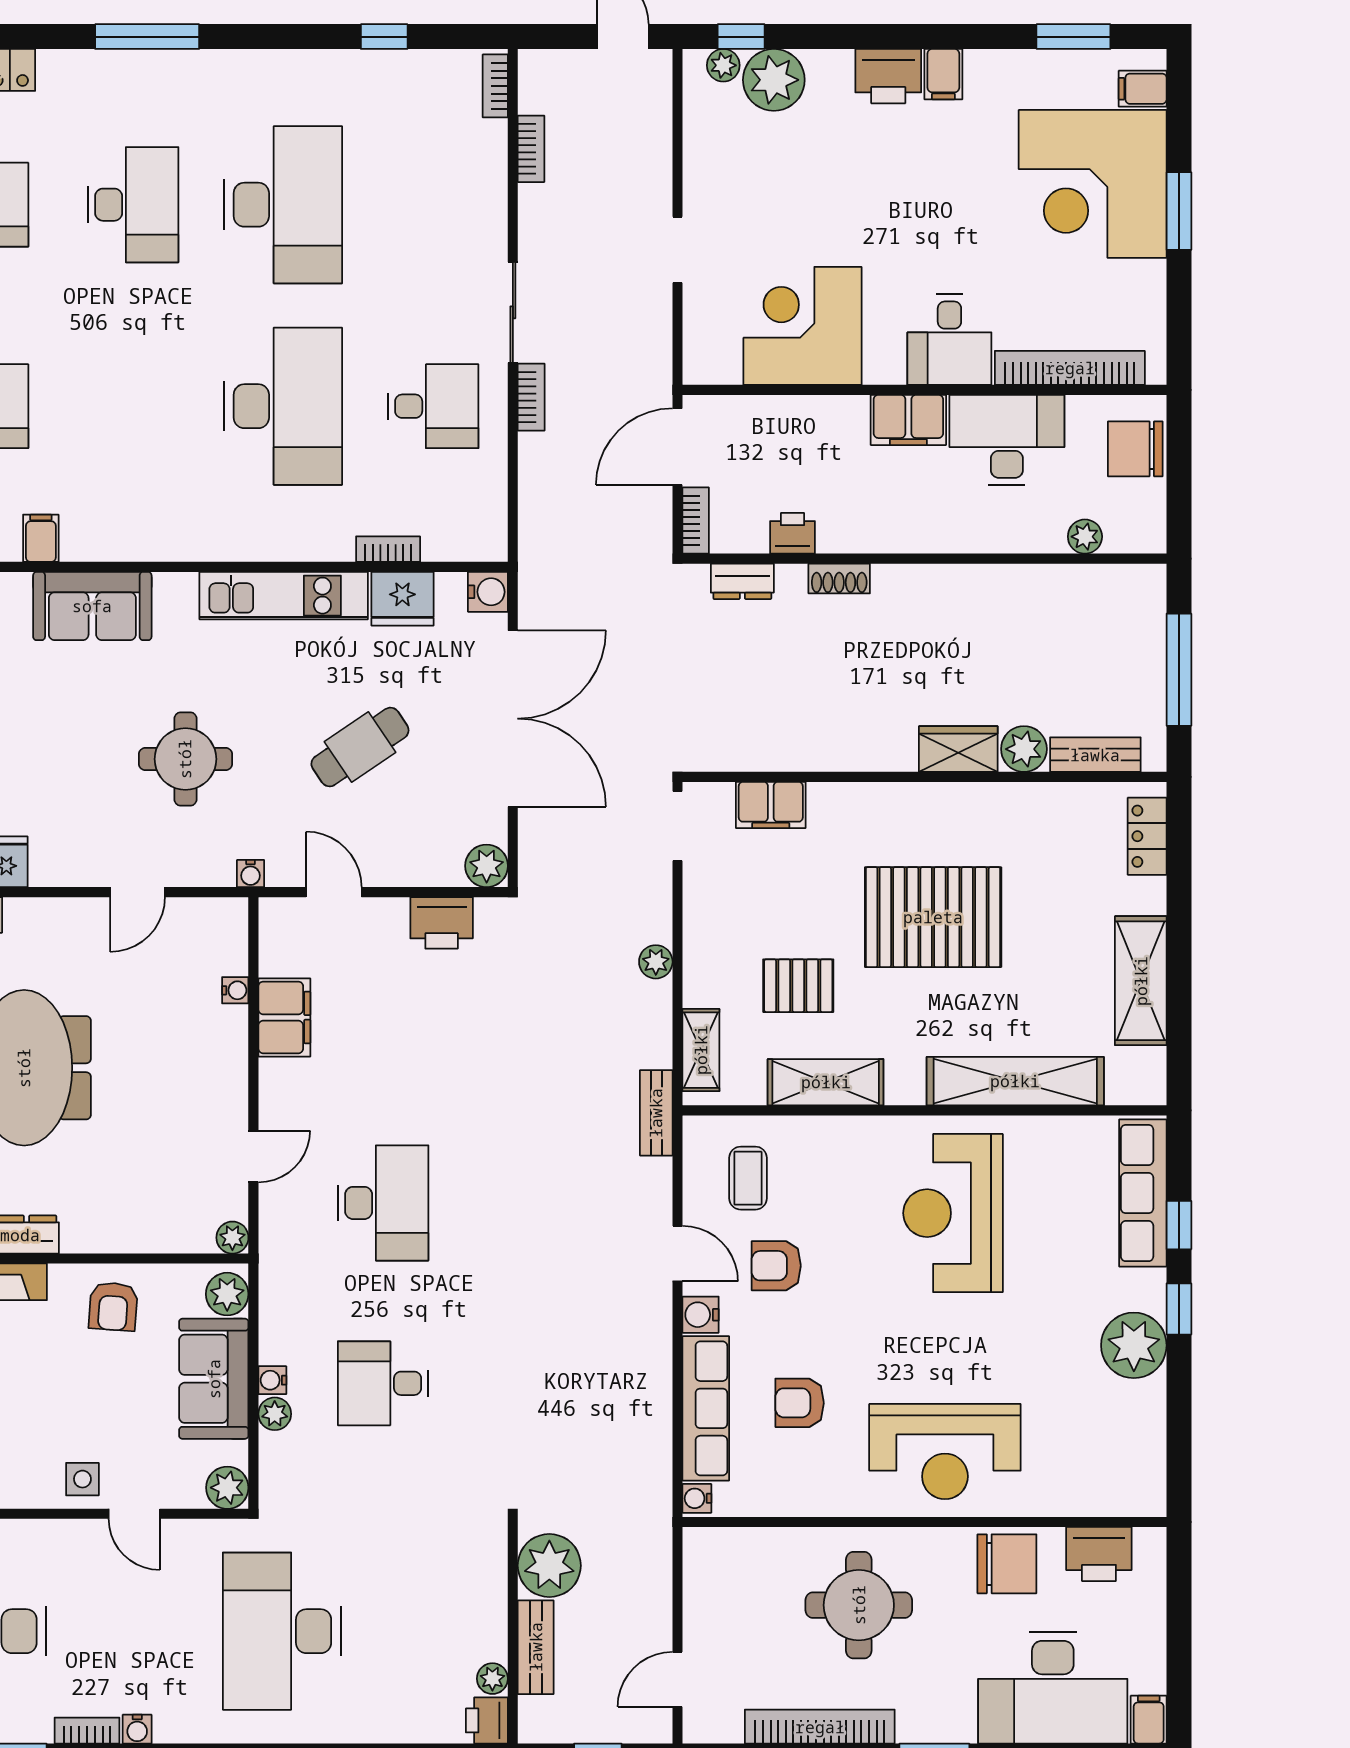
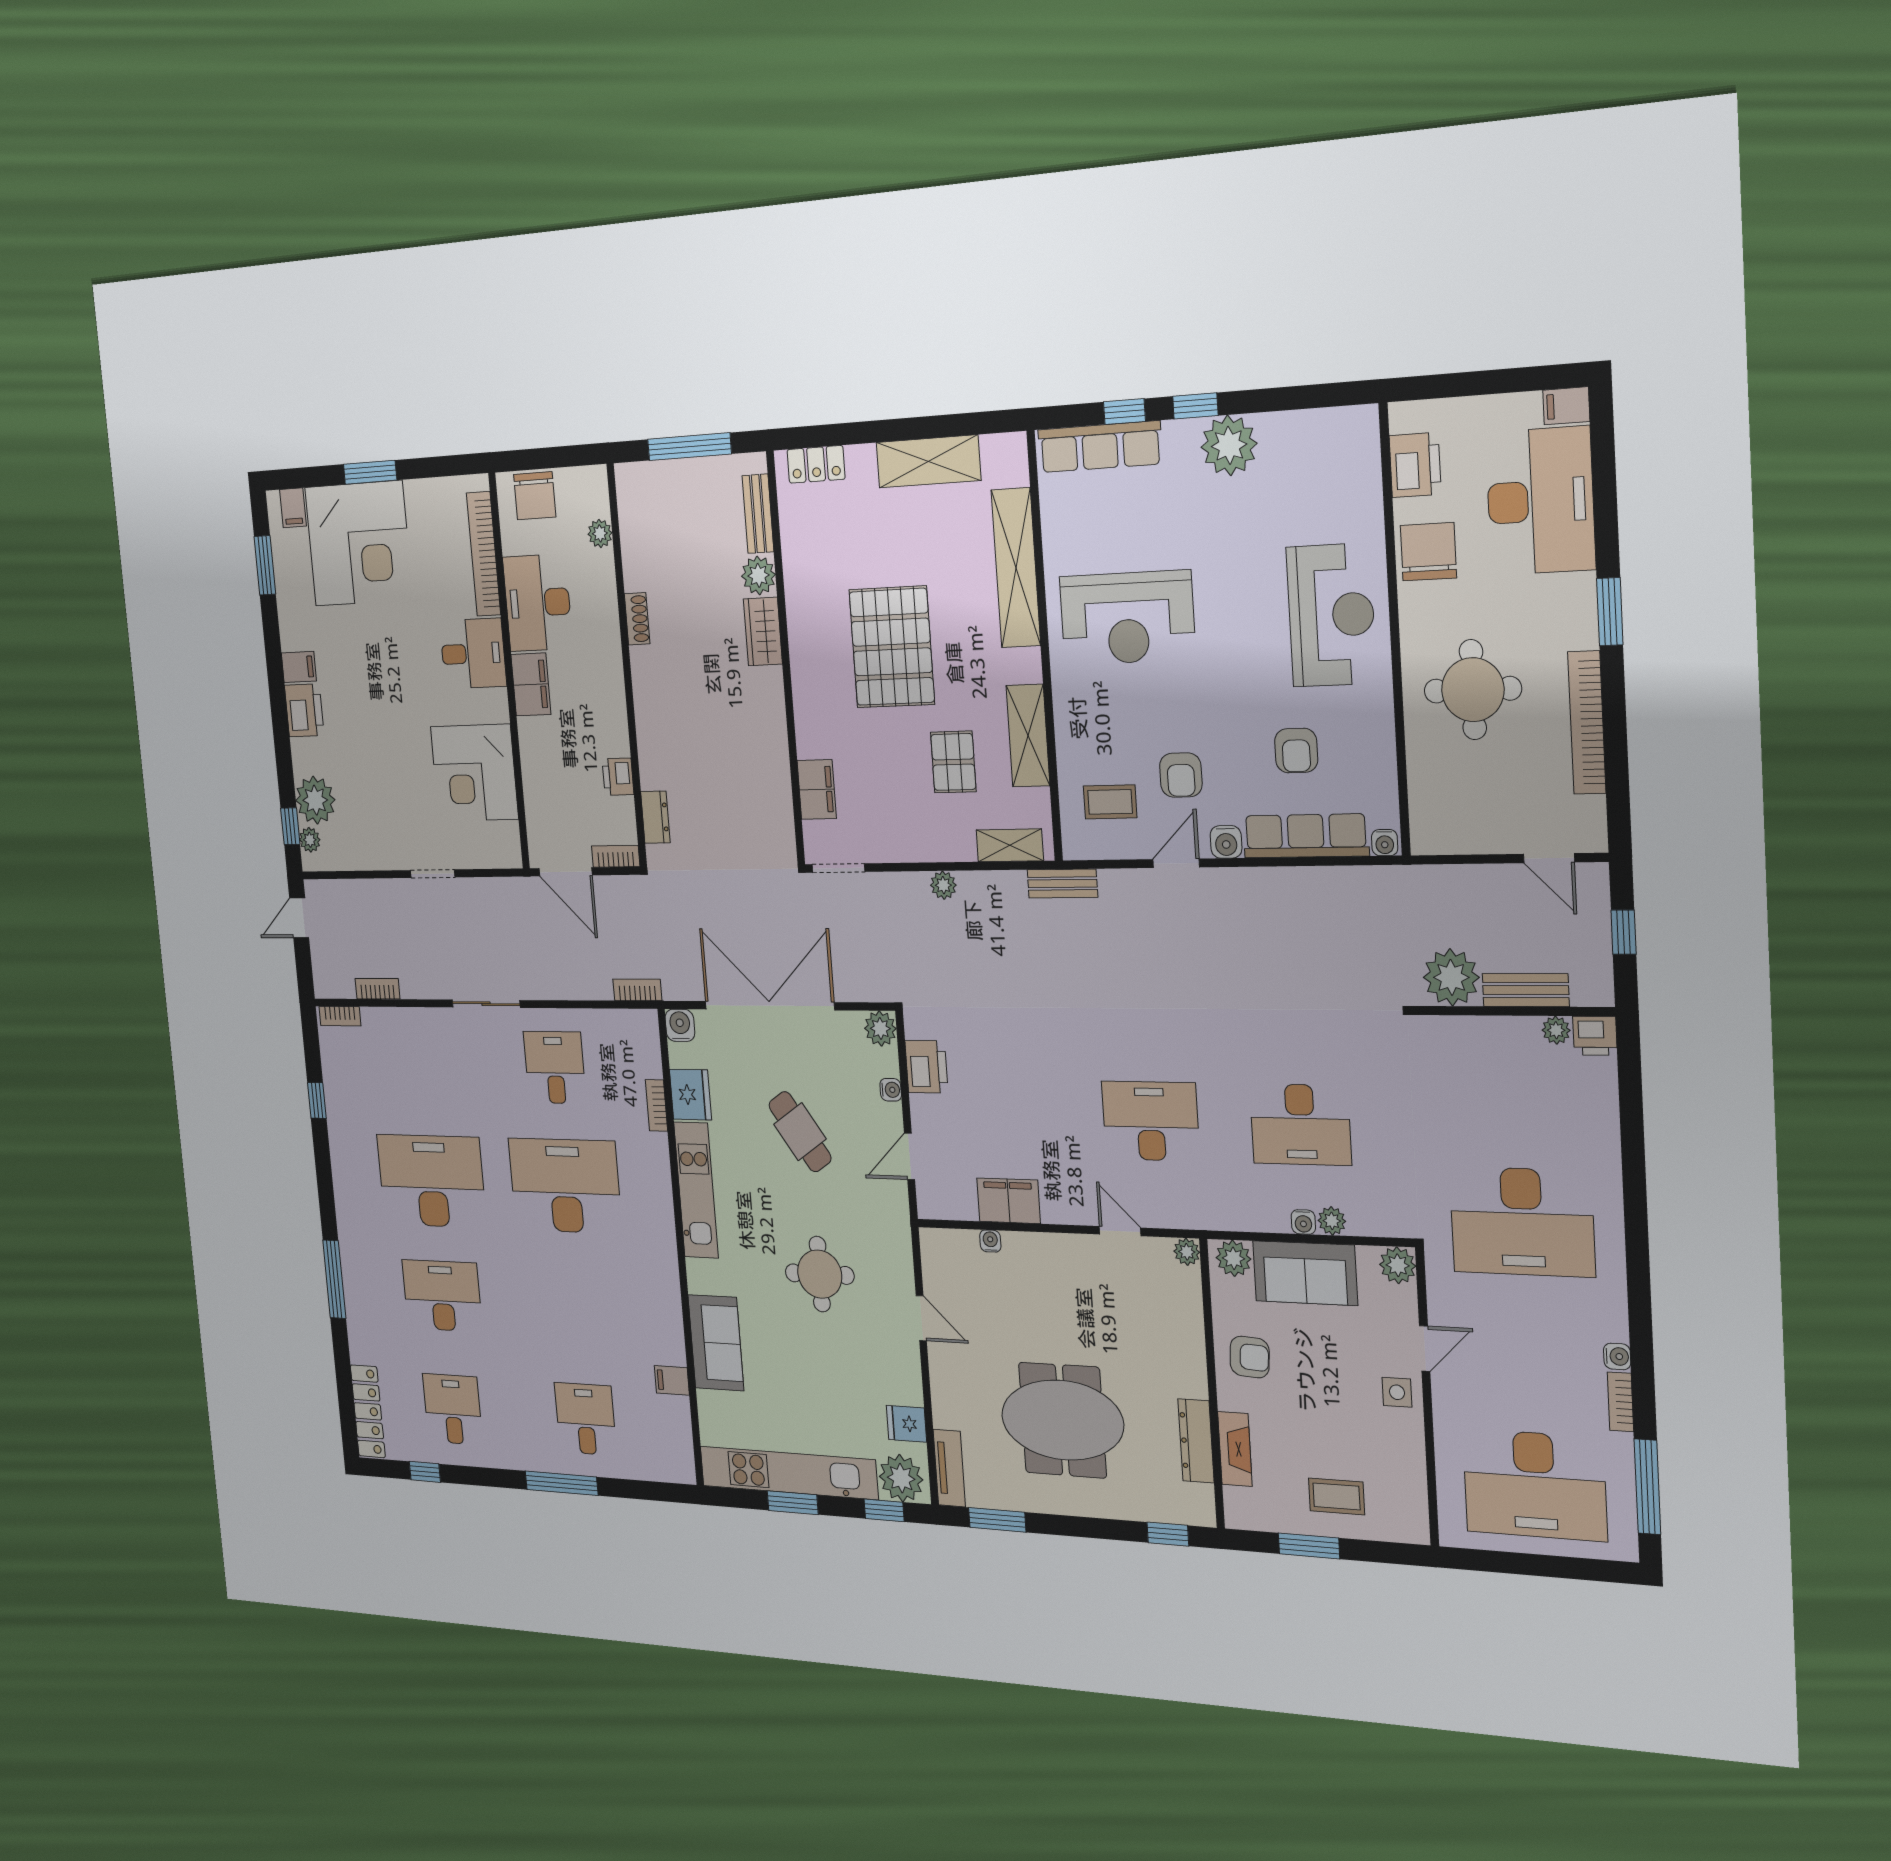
bookcase: (531, 397) -> (637, 990), moved
shoe rack: (839, 579) -> (637, 619), moved
water cooler: (251, 874) -> (891, 1090), moved
desk: (383, 1383) -> (1300, 1125), width x1.37

